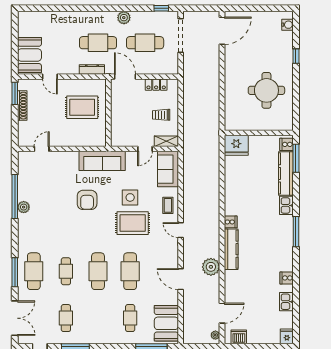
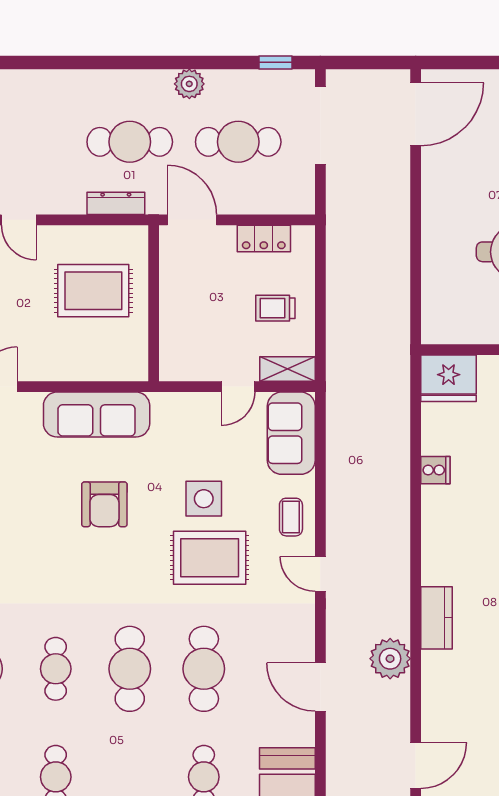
sofa: (102, 161) -> (97, 414), moved
cooker: (231, 222) -> (435, 470), moved
kitchen counter: (231, 249) -> (437, 618), width x0.67

